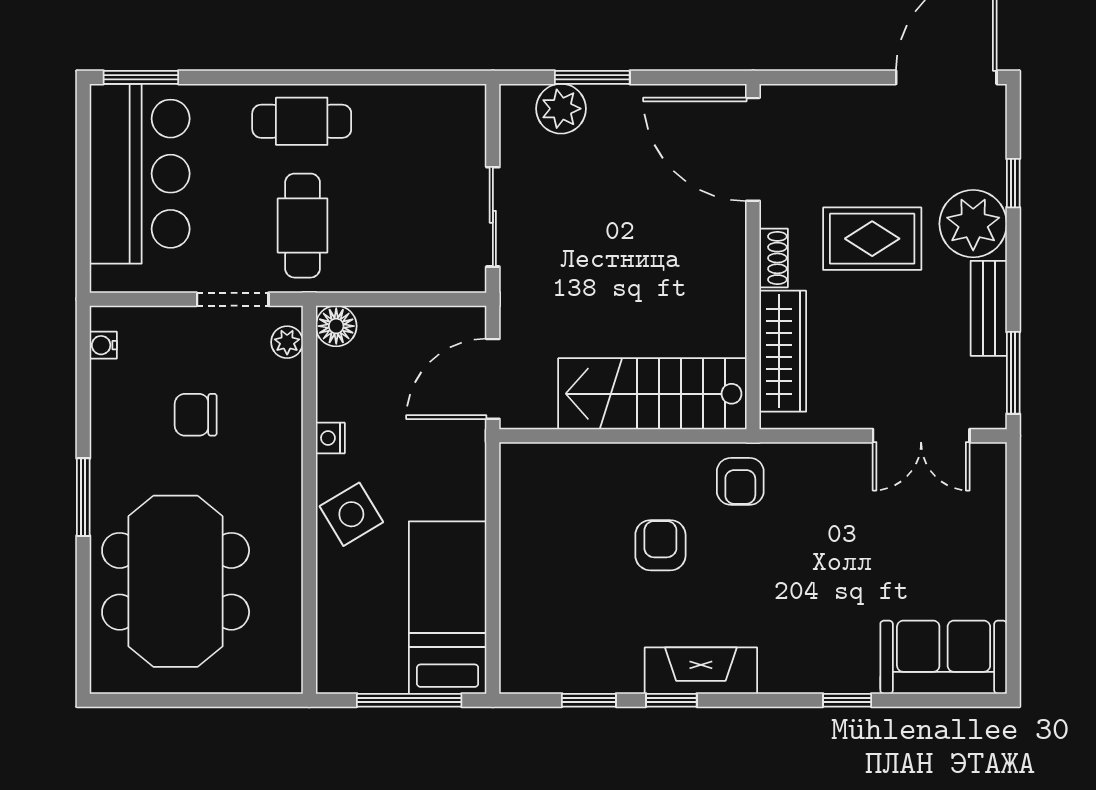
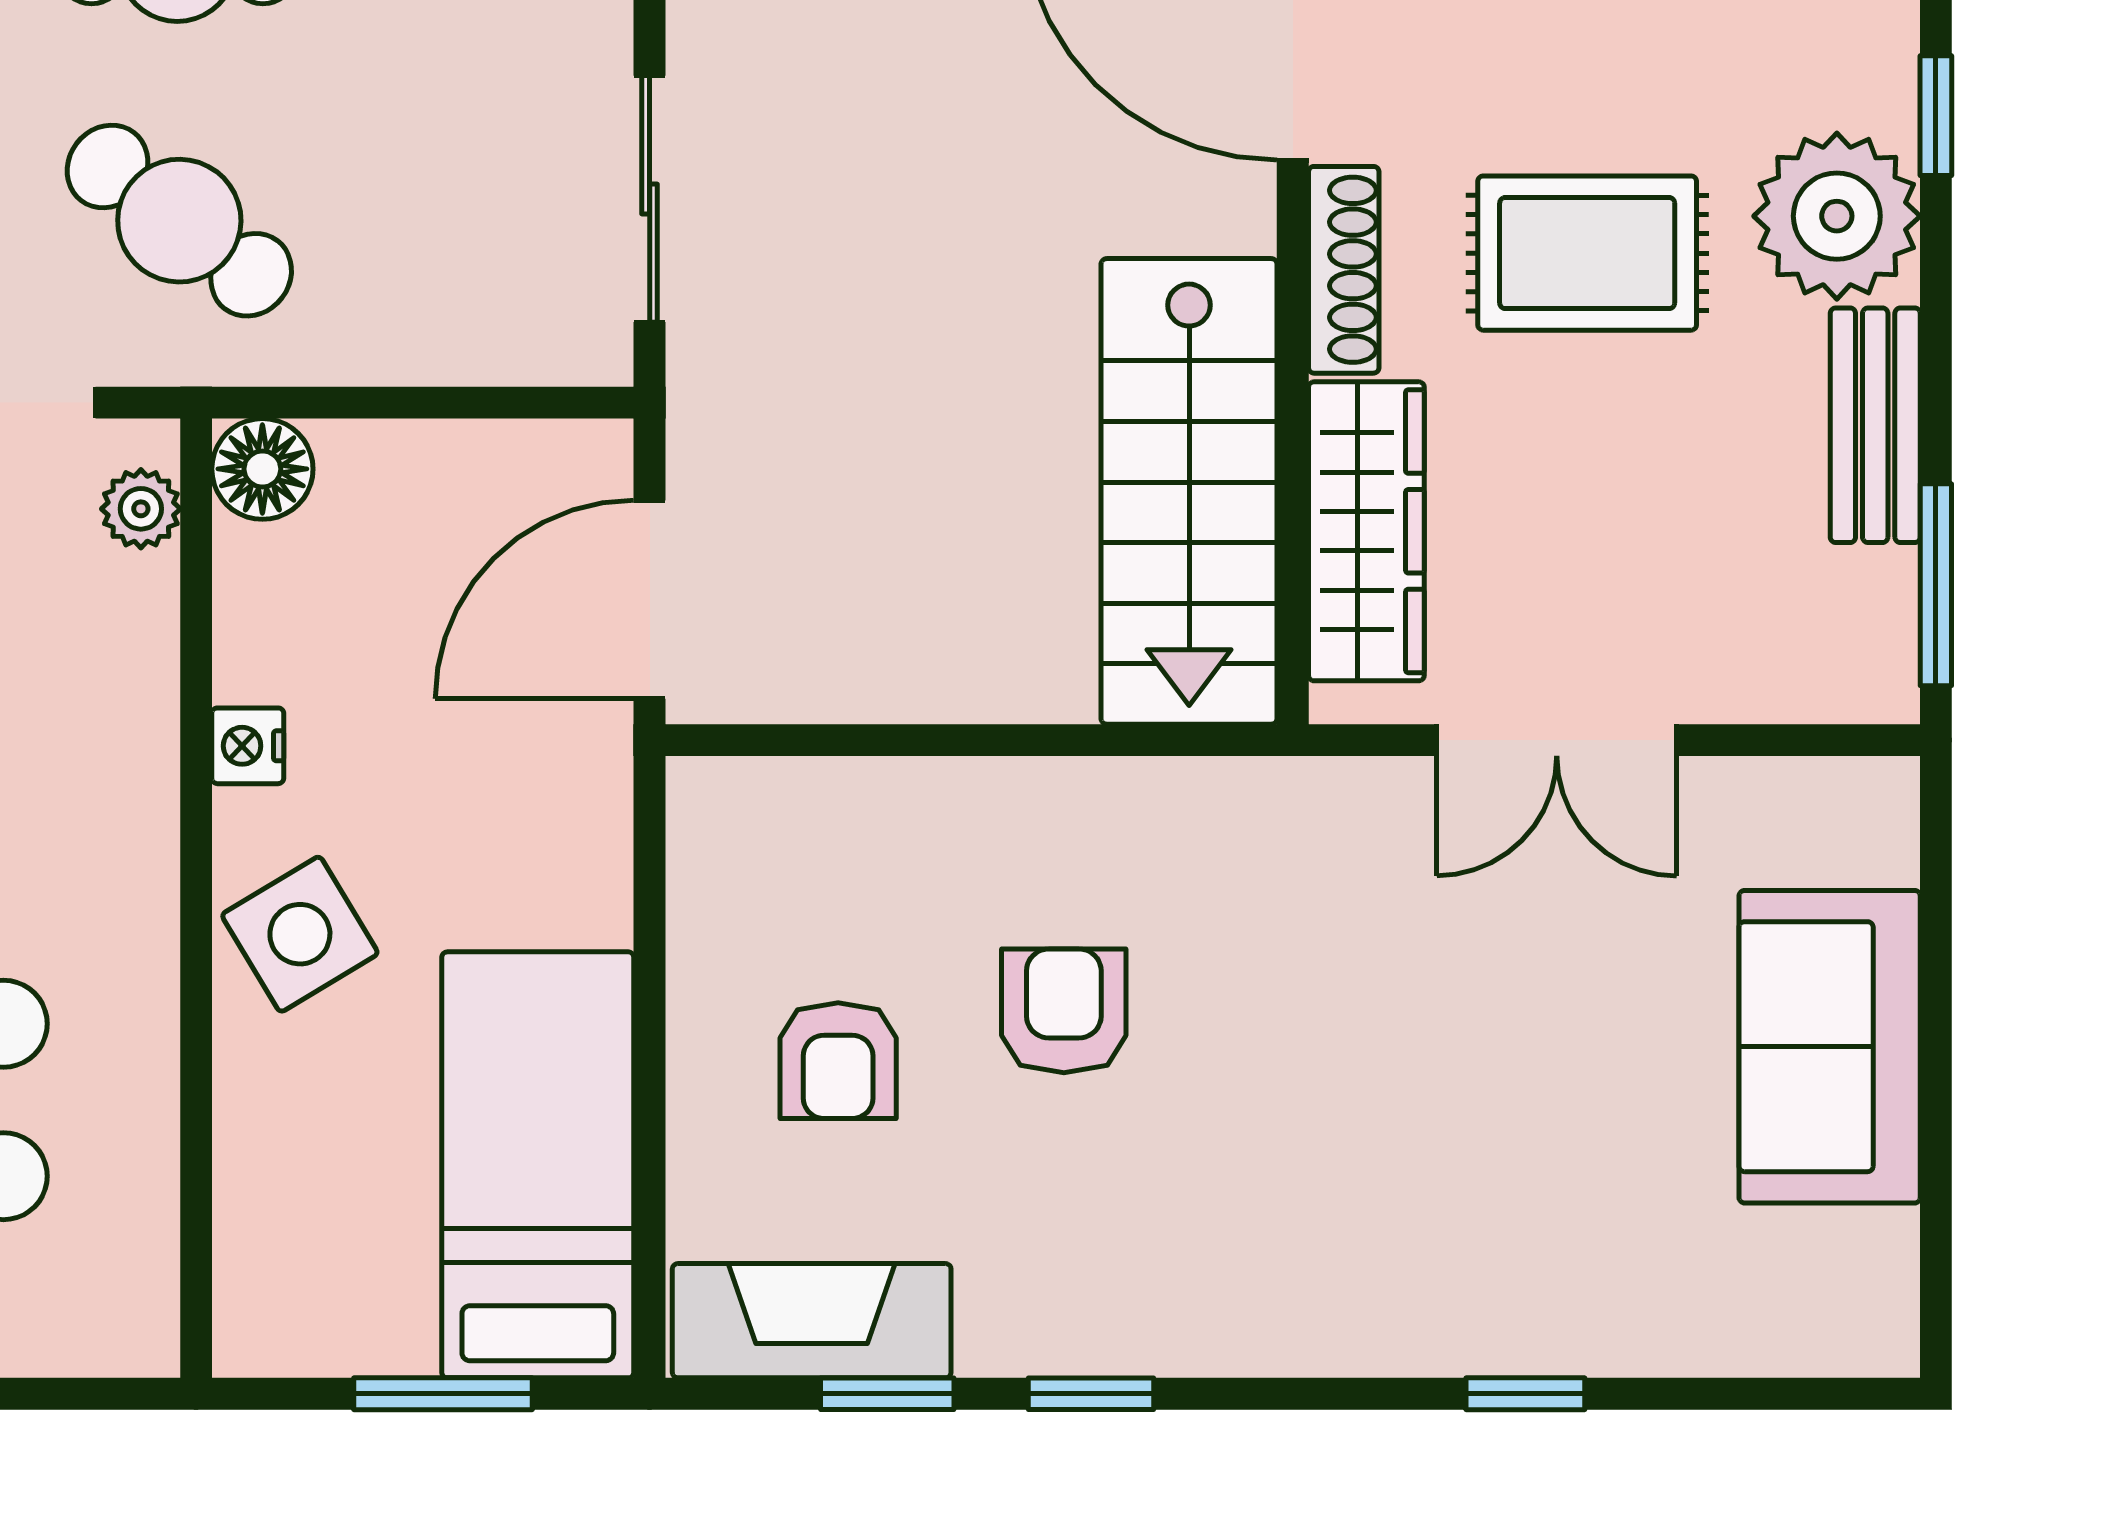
cafe table: (303, 226) -> (179, 221), turned -53
shoe rack: (774, 258) -> (1344, 270), width x1.43
stairs: (652, 394) -> (1189, 491), moved, turned -90
double door: (921, 436) -> (1557, 740), moved
armchair: (740, 481) -> (838, 1061), moved
sofa: (944, 657) -> (1830, 1047), moved, turned -90
fireplace: (701, 671) -> (812, 1321), moved
window: (409, 700) -> (443, 1394), width x0.69

